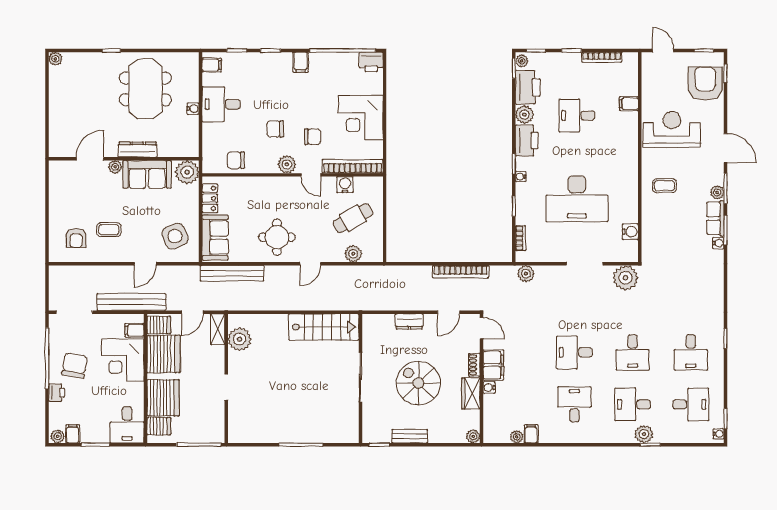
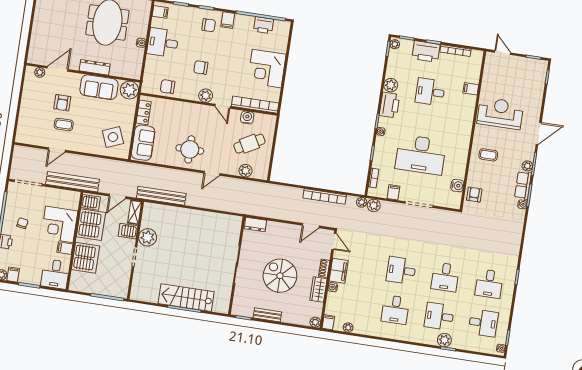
printer: (371, 62) -> (264, 25), moved
armchair: (705, 84) -> (474, 195), moved, width x0.53, depth x0.53
printer: (528, 87) -> (426, 52), moved, turned 90
chair: (313, 137) -> (209, 25), moved
door: (725, 148) -> (539, 133), hinge flipped
plant: (115, 167) -> (40, 72), moved
armchair: (76, 238) -> (62, 103), moved
filing cabinet: (549, 253) -> (393, 192), added
door: (145, 264) -> (57, 150), moved
bench: (232, 273) -> (161, 196), moved
plant: (626, 278) -> (362, 202), moved, width x0.53, depth x0.53
dresser: (409, 322) -> (255, 225), moved
stairs: (324, 327) -> (186, 298), moved, turned 180
filing cabinet: (135, 330) -> (65, 248), moved
plant: (239, 339) -> (148, 237), moved
chair: (75, 365) -> (22, 223), width x0.54, depth x0.54
desk: (574, 404) -> (395, 310), turned 180
server rack: (159, 426) -> (128, 231), moved, turned 180
filing cabinet: (531, 434) -> (328, 322), moved

